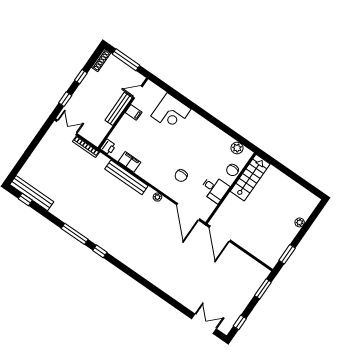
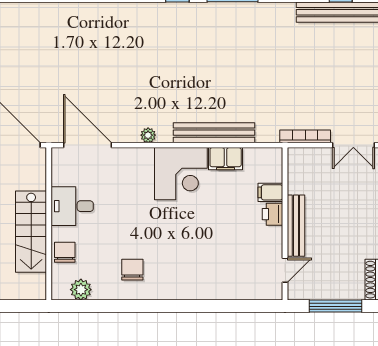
filing cabinet: (134, 112) -> (270, 192), moved
corner desk: (171, 113) -> (181, 174), moved, turned 180
printer: (108, 147) -> (273, 214), moved
chair: (181, 176) -> (132, 270), moved
stairs: (250, 178) -> (31, 232), moved

